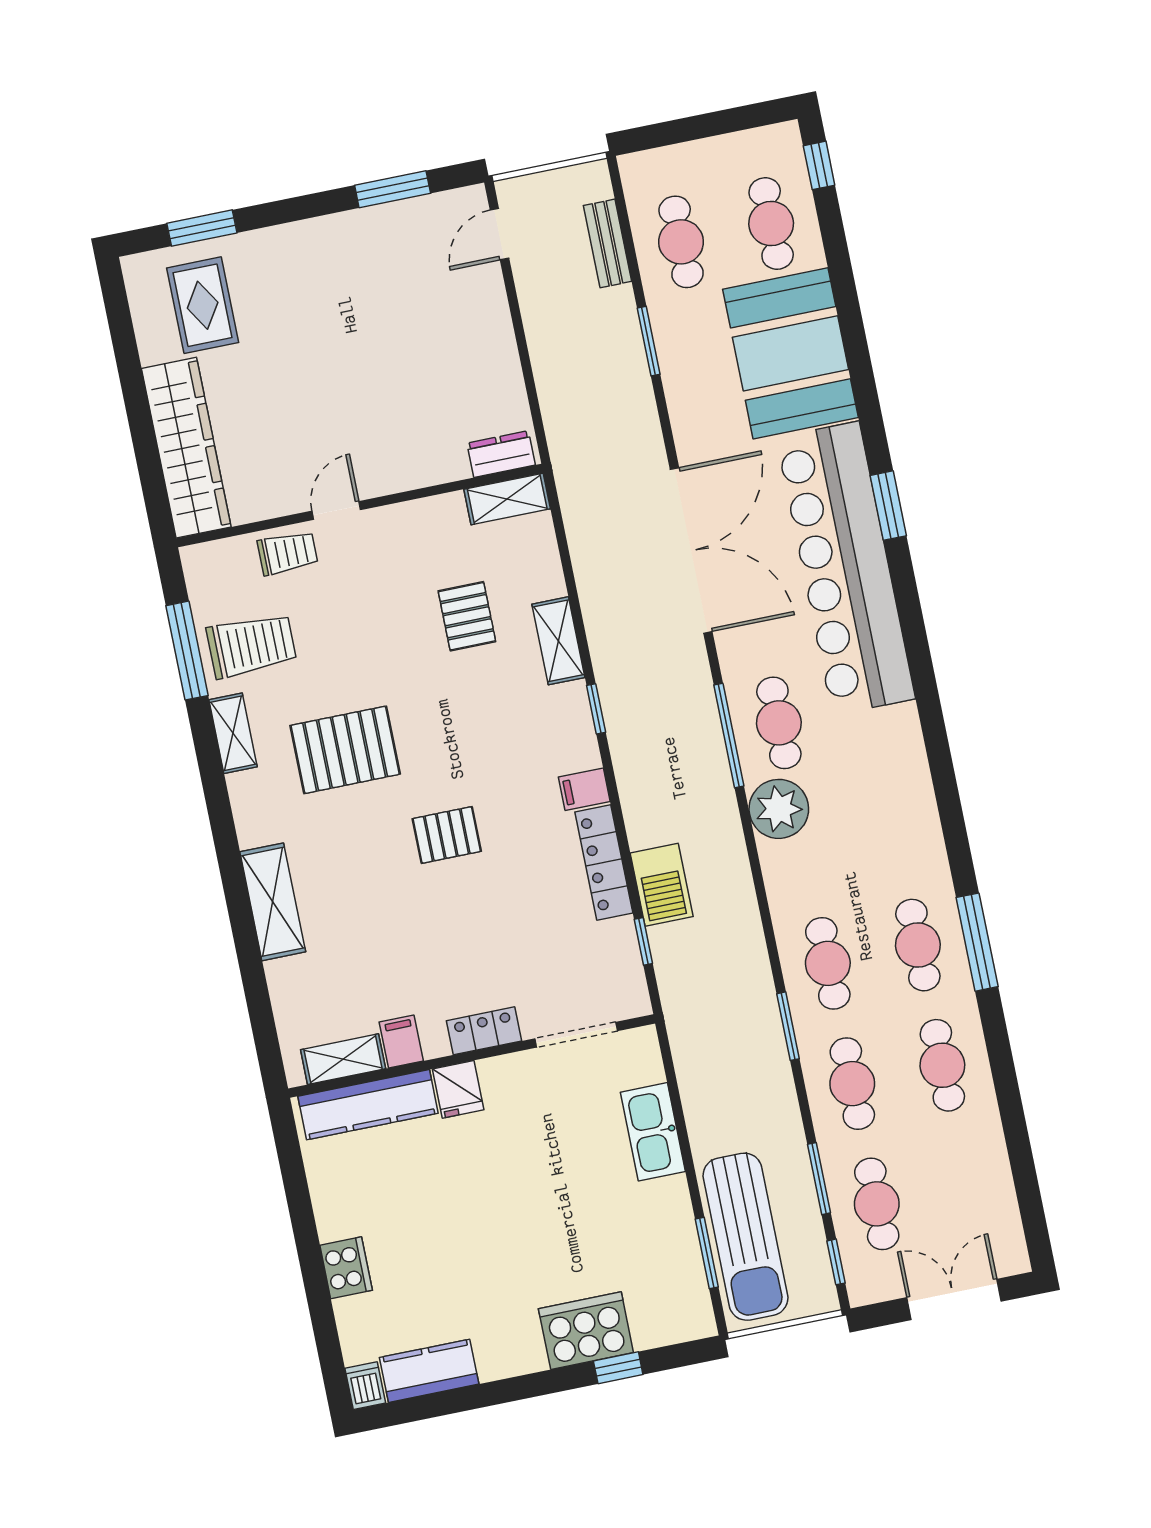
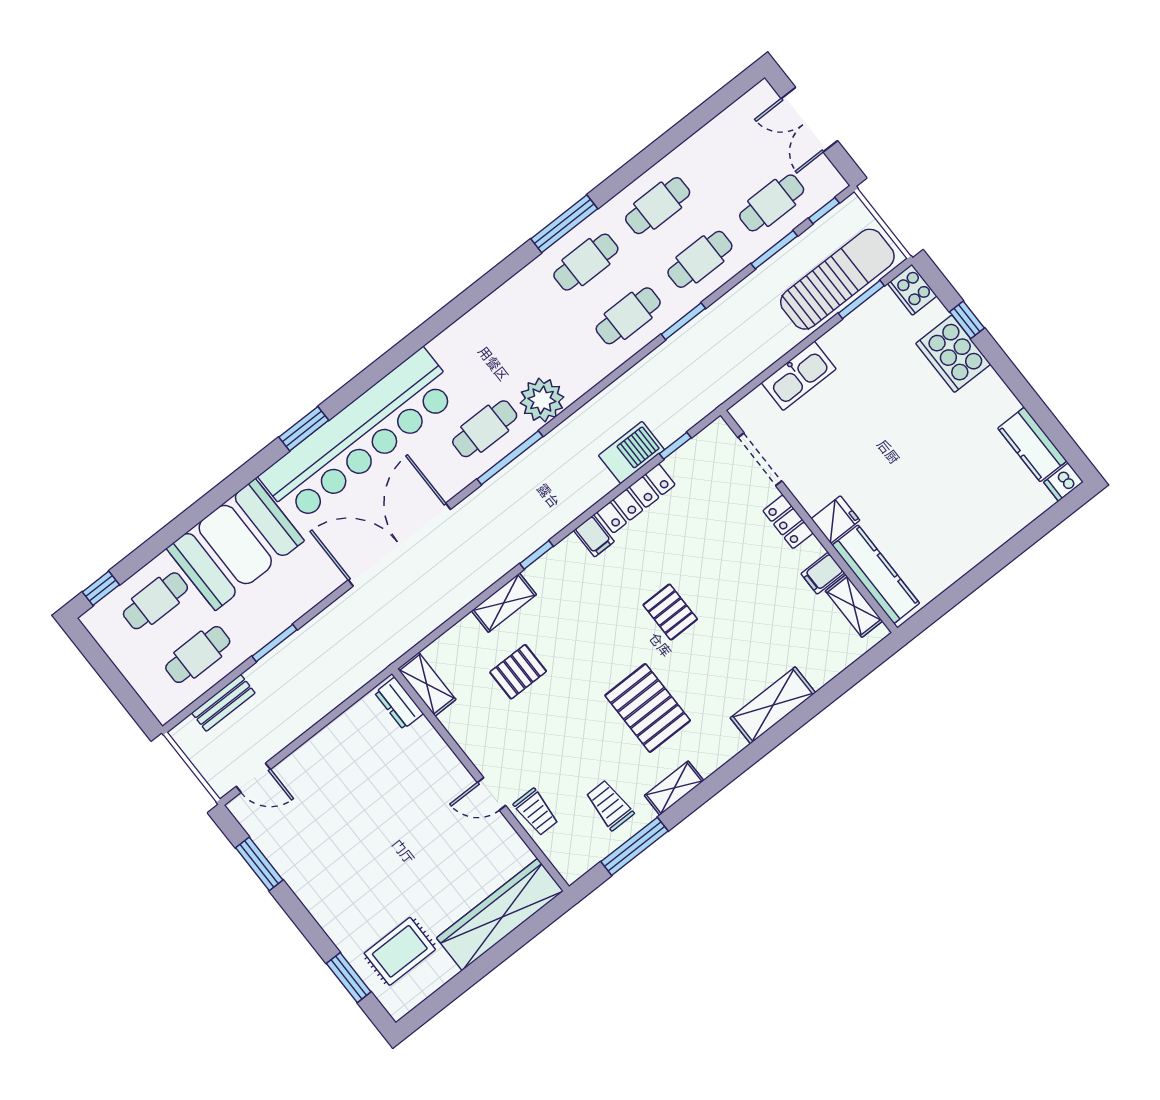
trolley: (288, 553) -> (536, 812), turned 180
trolley: (251, 645) -> (610, 805), width x0.73, depth x0.72
cooker: (346, 1268) -> (912, 290), moved, turned -90

